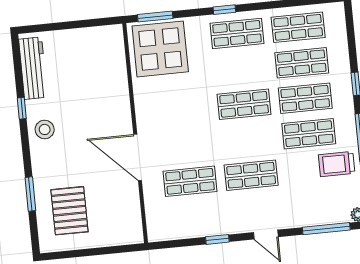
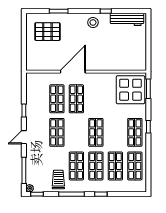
shop shelf: (186, 146) -> (76, 99), added

